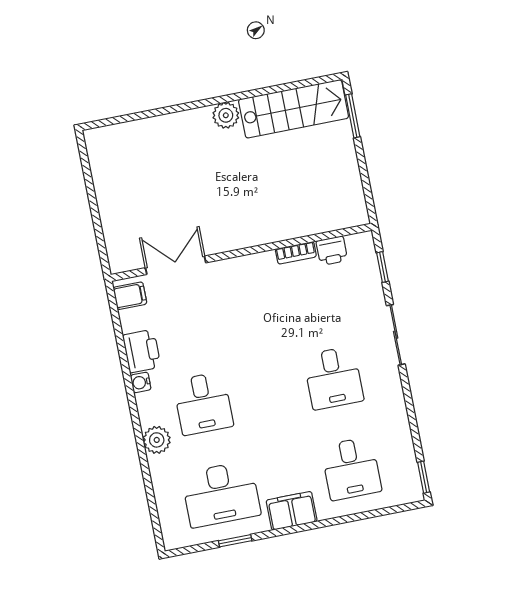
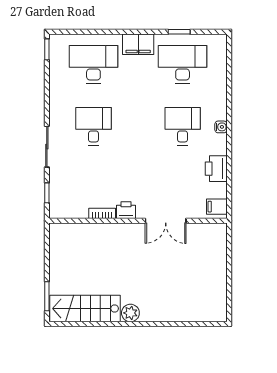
printer: (332, 251) -> (126, 210), moved
double door: (176, 265) -> (166, 221), moved
water cooler: (141, 382) -> (221, 127), moved
plant: (157, 440) -> (218, 108), removed
desk: (351, 469) -> (93, 64), width x1.37

